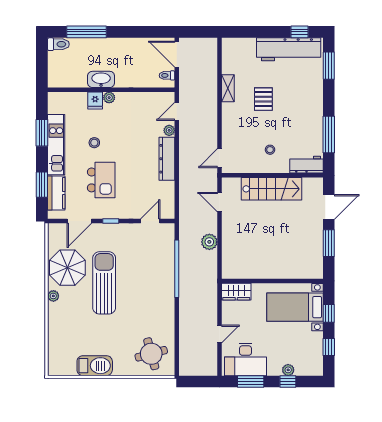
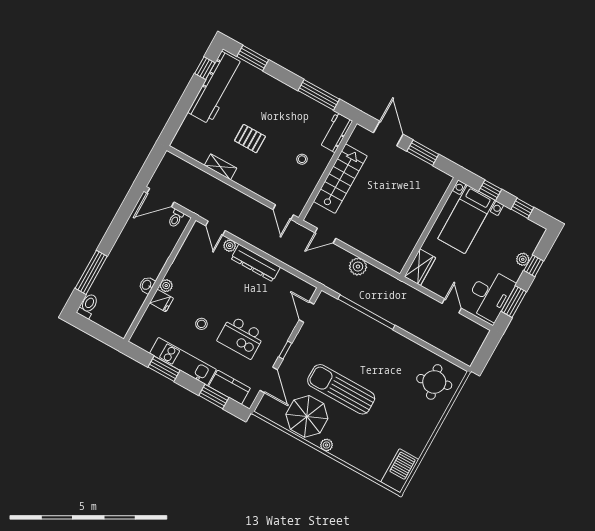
washbasin: (101, 79) -> (147, 285), width x0.52, depth x0.69
kitchen island: (101, 180) -> (241, 337), turned 180
barbecue: (95, 366) -> (400, 471), moved

